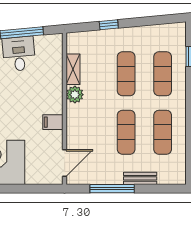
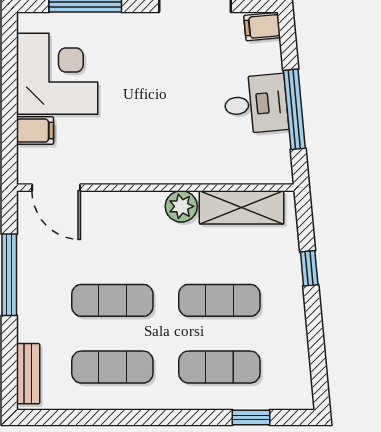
shelving: (73, 69) -> (242, 207), width x1.50, depth x1.33
filing cabinet: (53, 122) -> (35, 131), moved, turned 90
bench: (140, 178) -> (28, 374), moved

